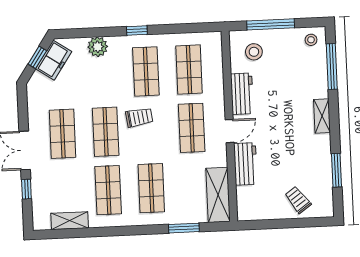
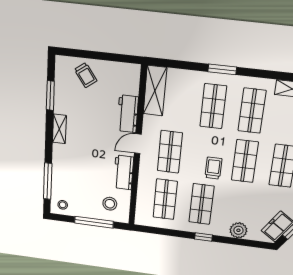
shelving: (322, 116) -> (59, 129), moved
trolley: (139, 117) -> (213, 168), turned 98
window: (184, 228) -> (222, 69), moved

